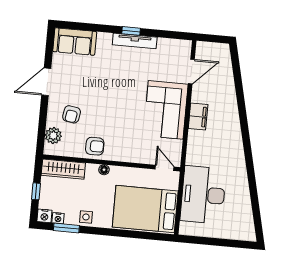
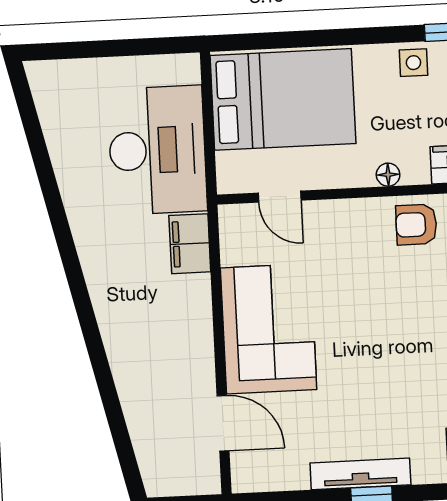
door: (191, 72) -> (223, 423), swing flipped
filing cabinet: (198, 116) -> (190, 244), moved
door: (165, 168) -> (280, 197), moved

